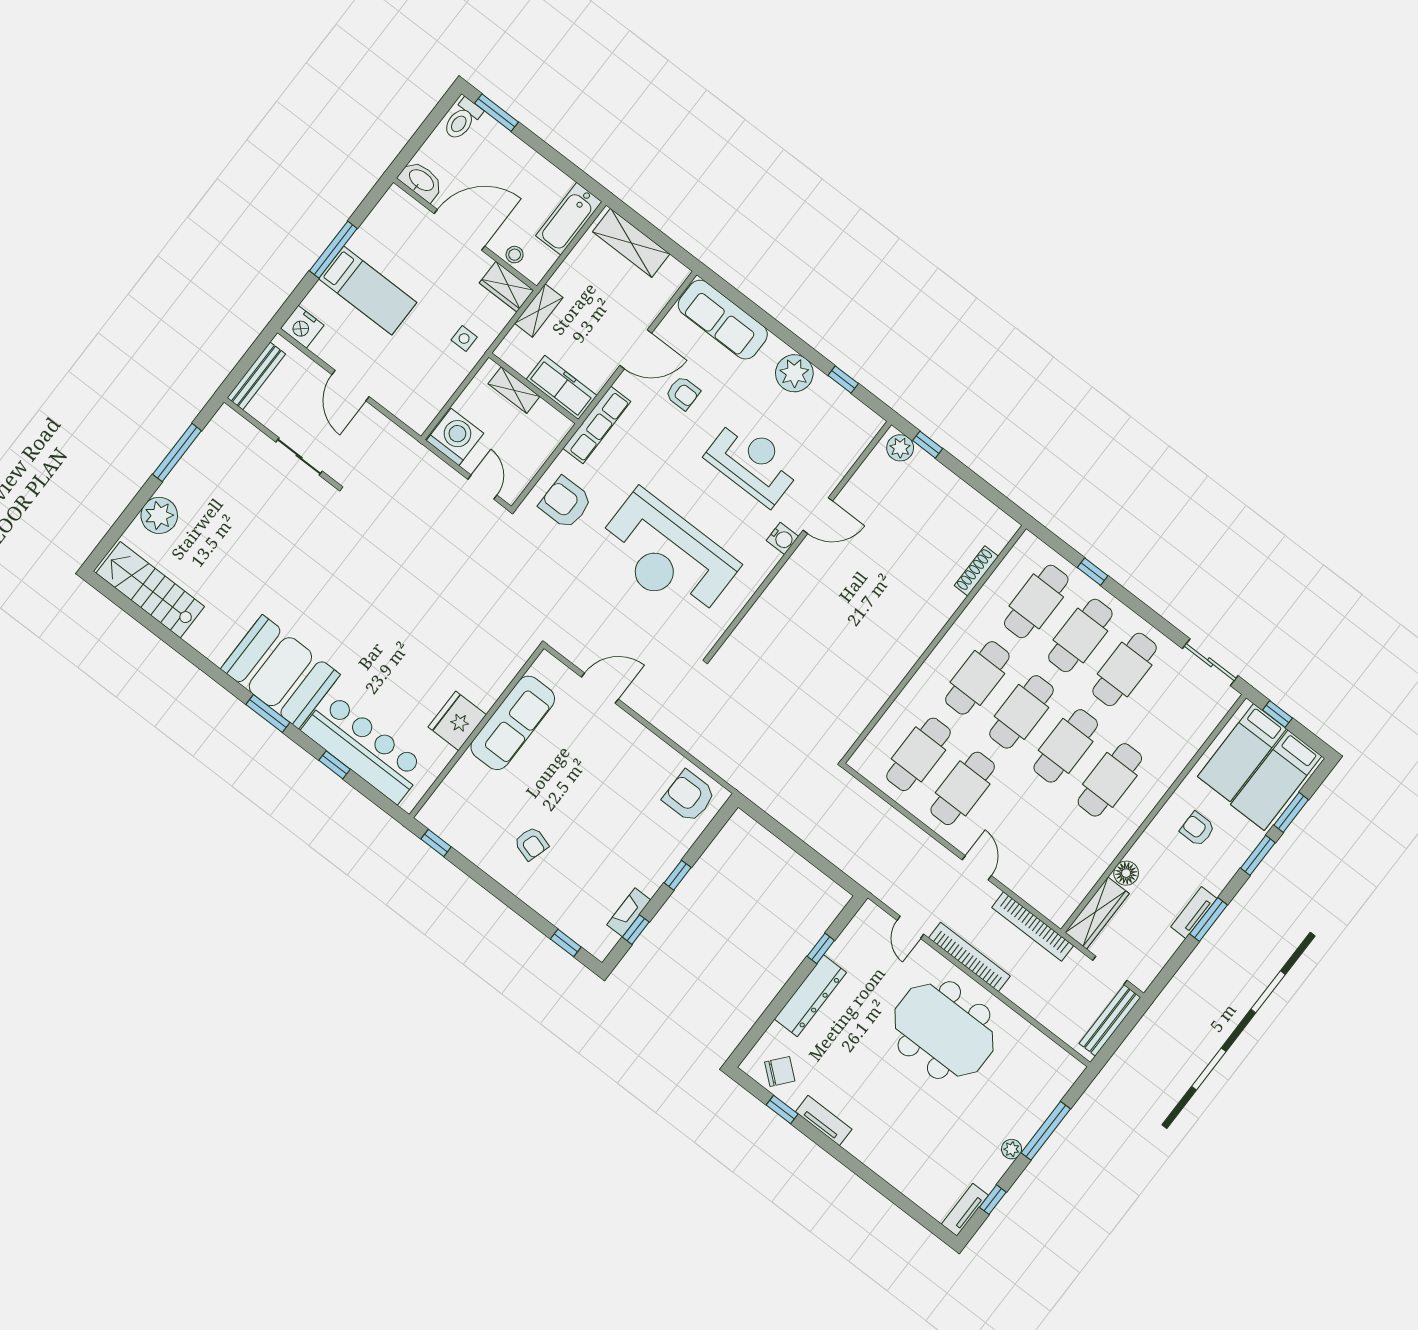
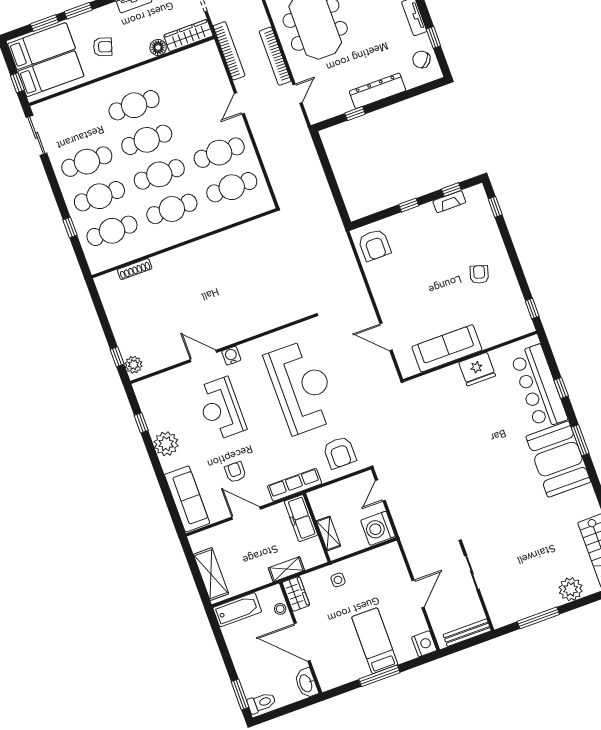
armchair: (1197, 829) -> (103, 47), turned -72

